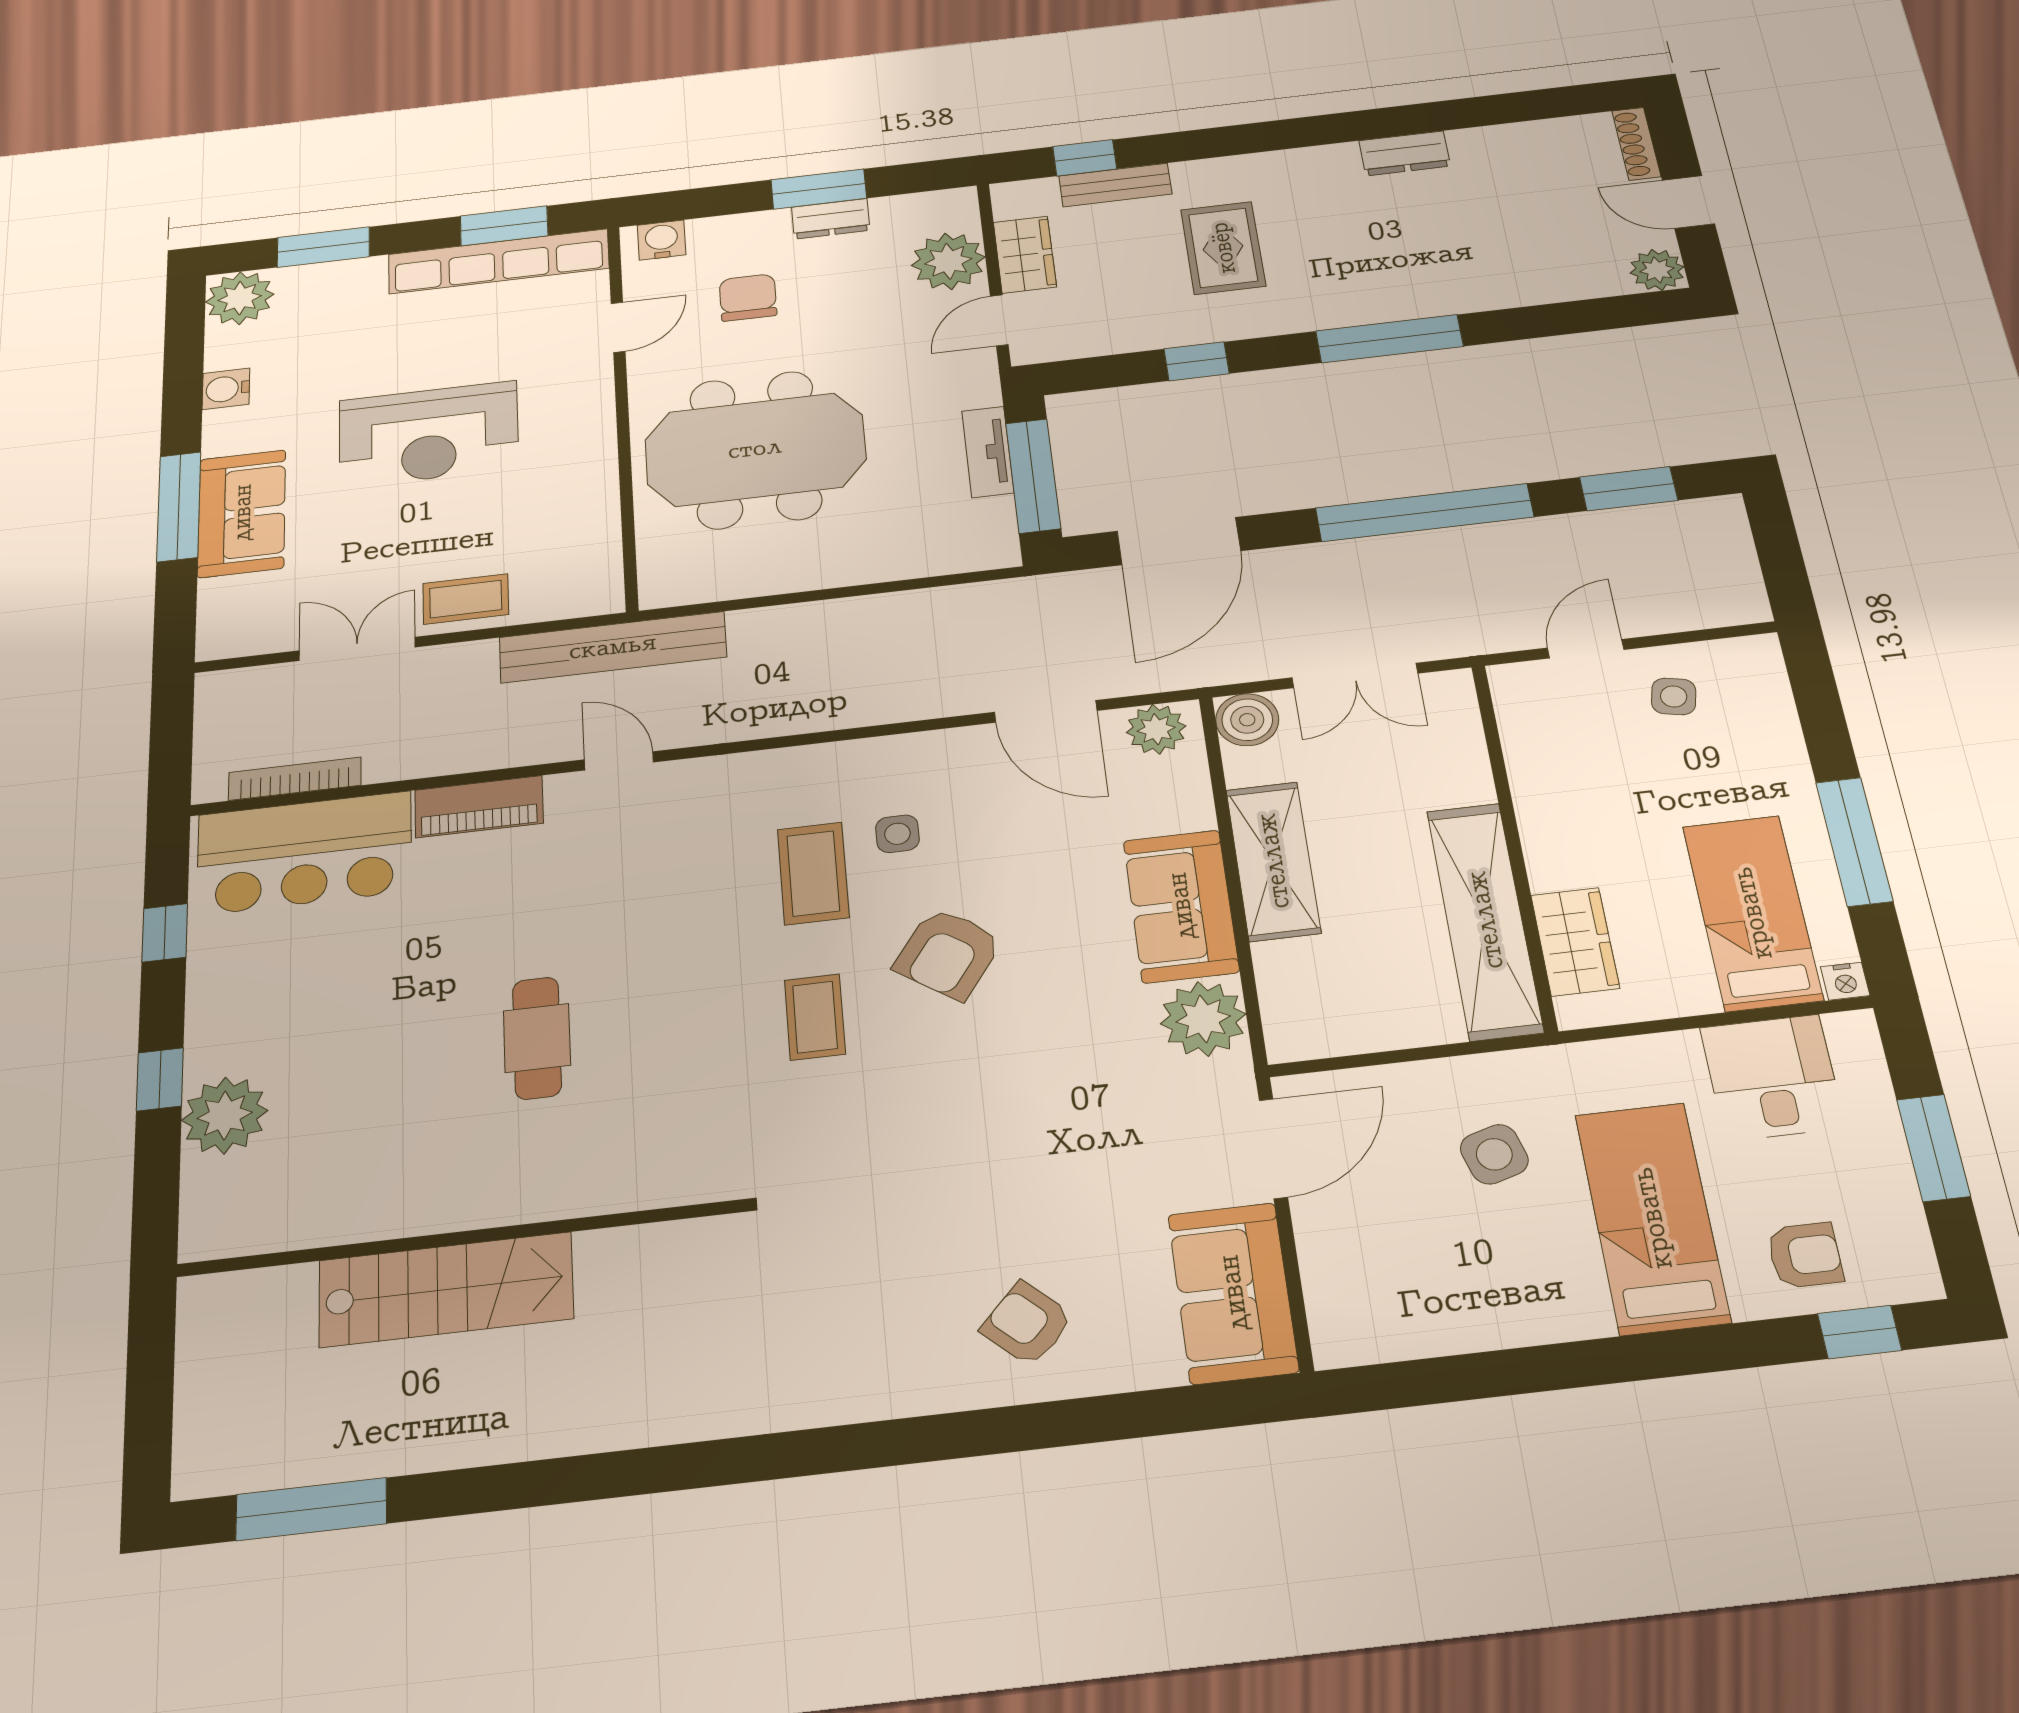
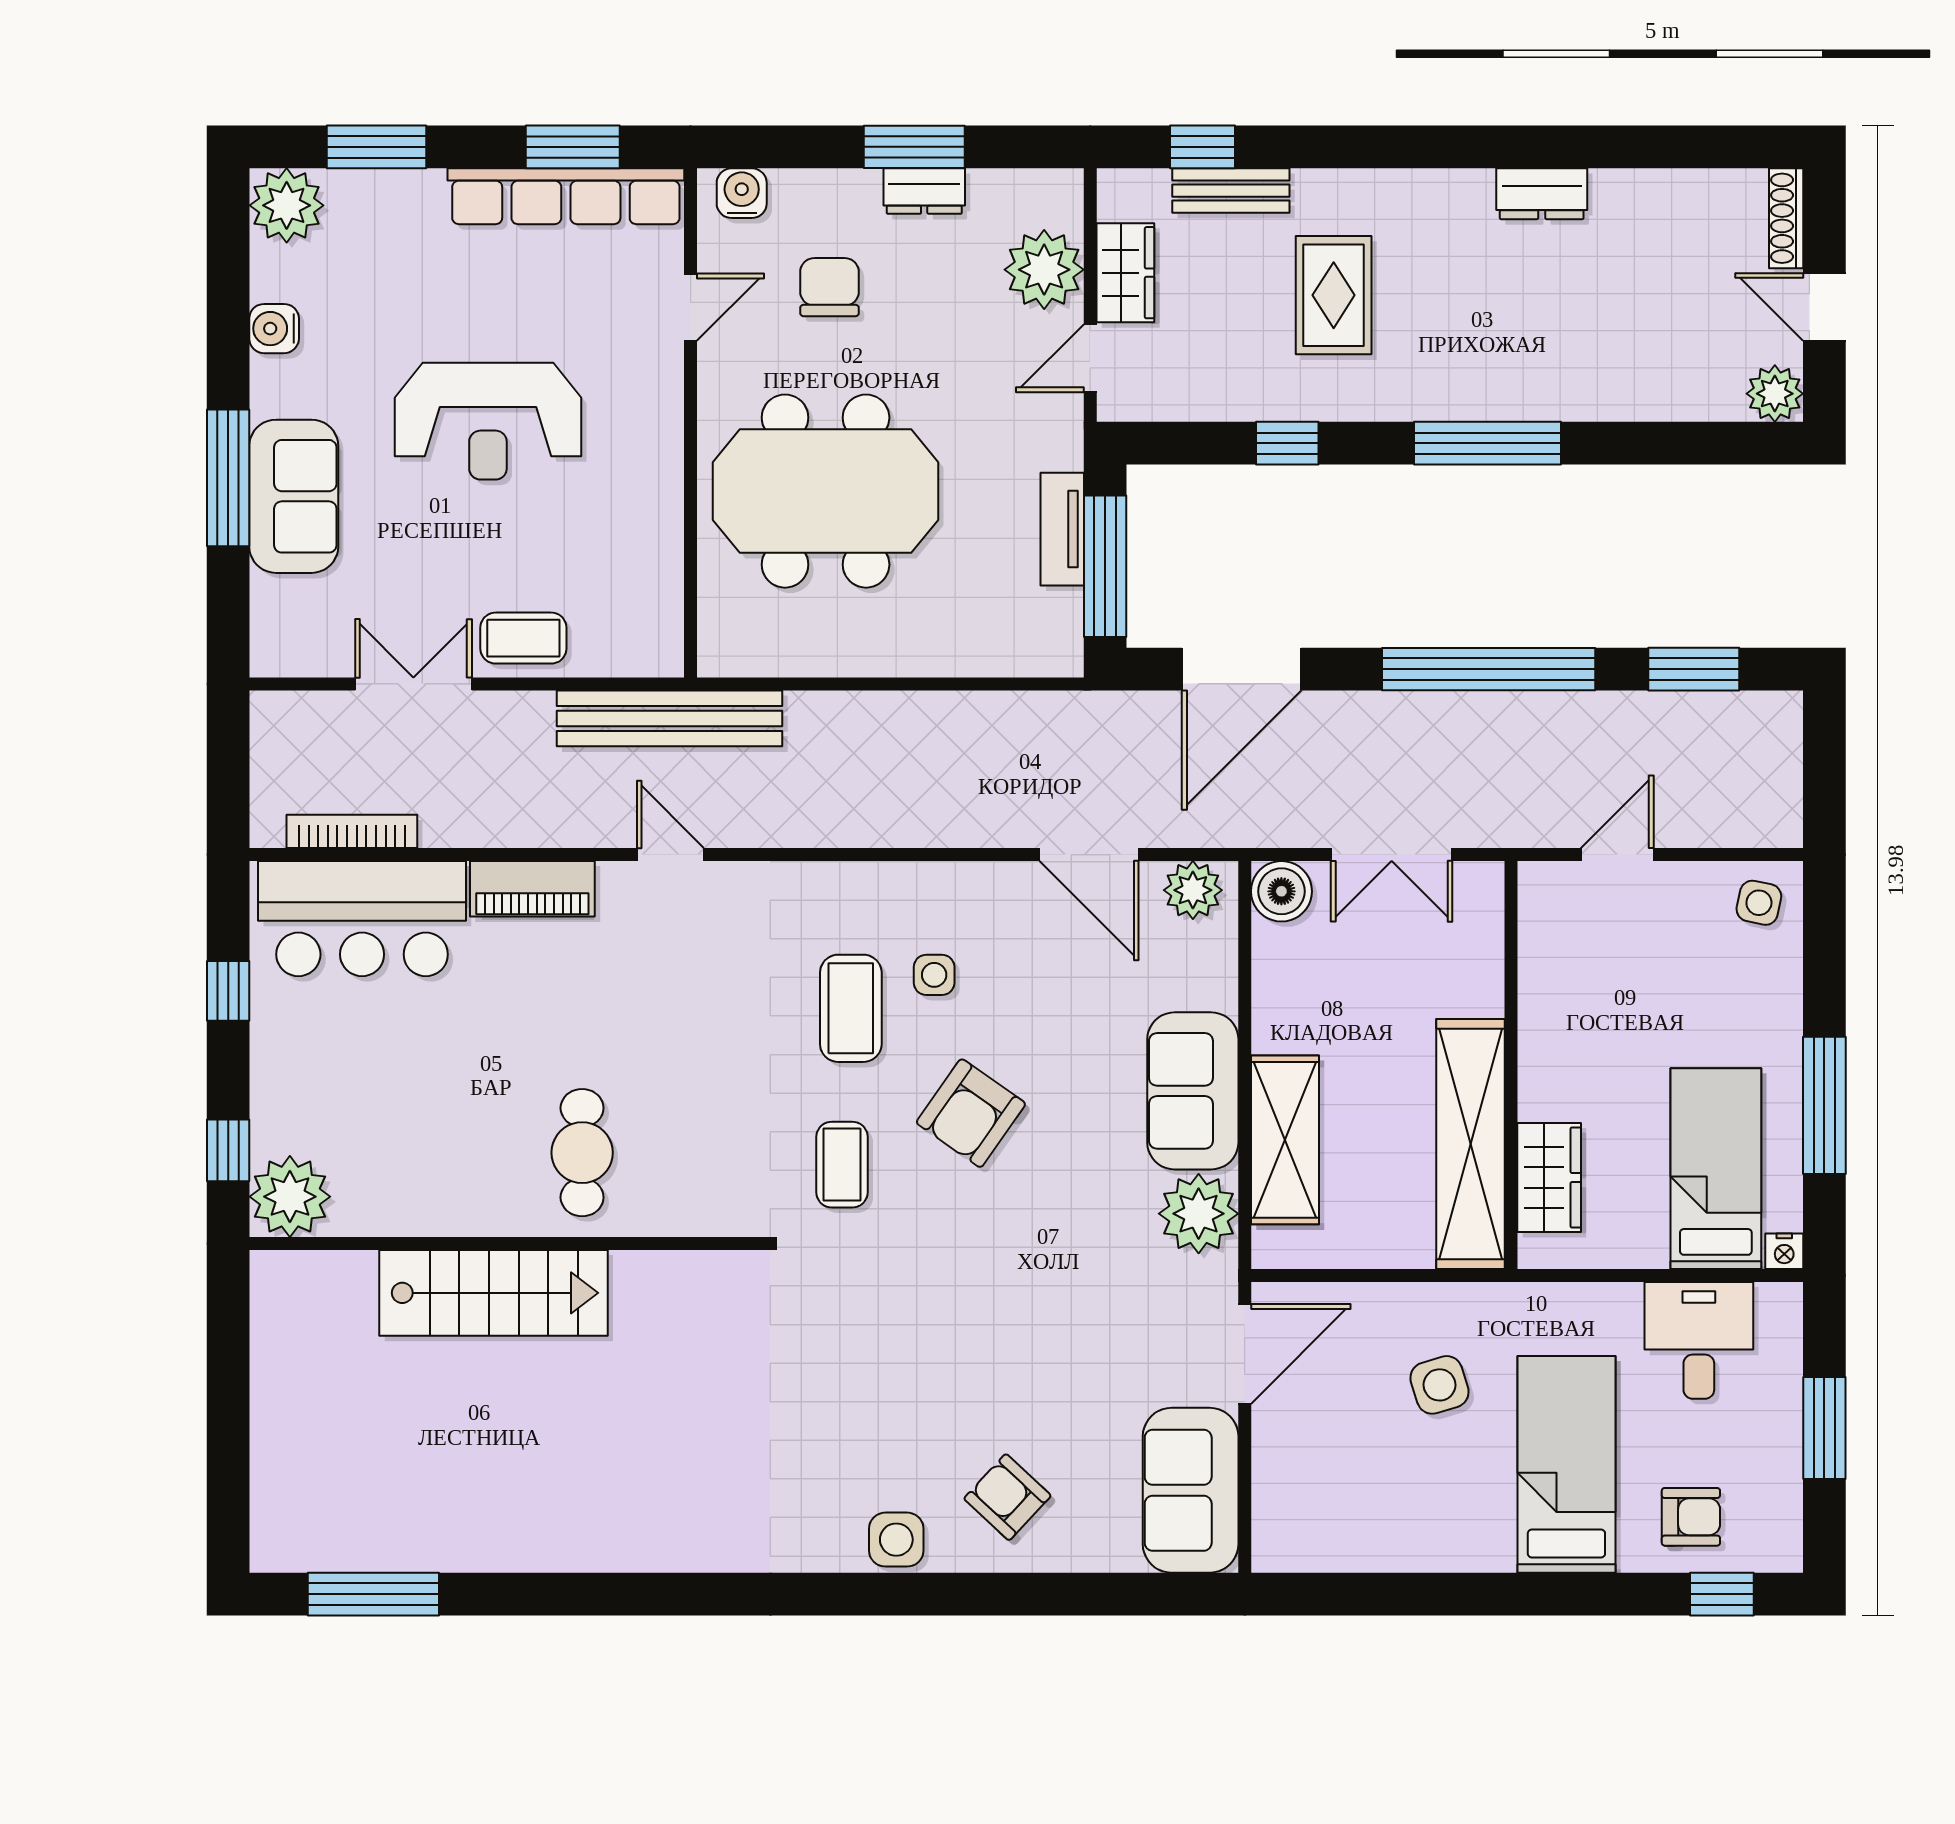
side table: (1674, 696) -> (1759, 903), moved
shelving: (1273, 861) -> (1285, 1140), moved
wall: (460, 1238) -> (507, 1243), moved
stairs: (446, 1290) -> (494, 1293), moved
side table: (905, 1383) -> (896, 1540), added

